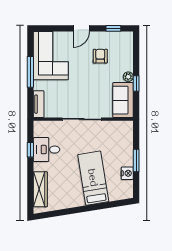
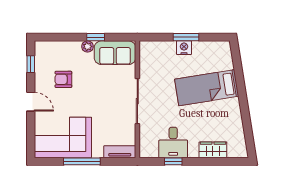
nightstand: (127, 173) -> (184, 48), moved
wardrobe: (40, 189) -> (213, 150), width x0.67

